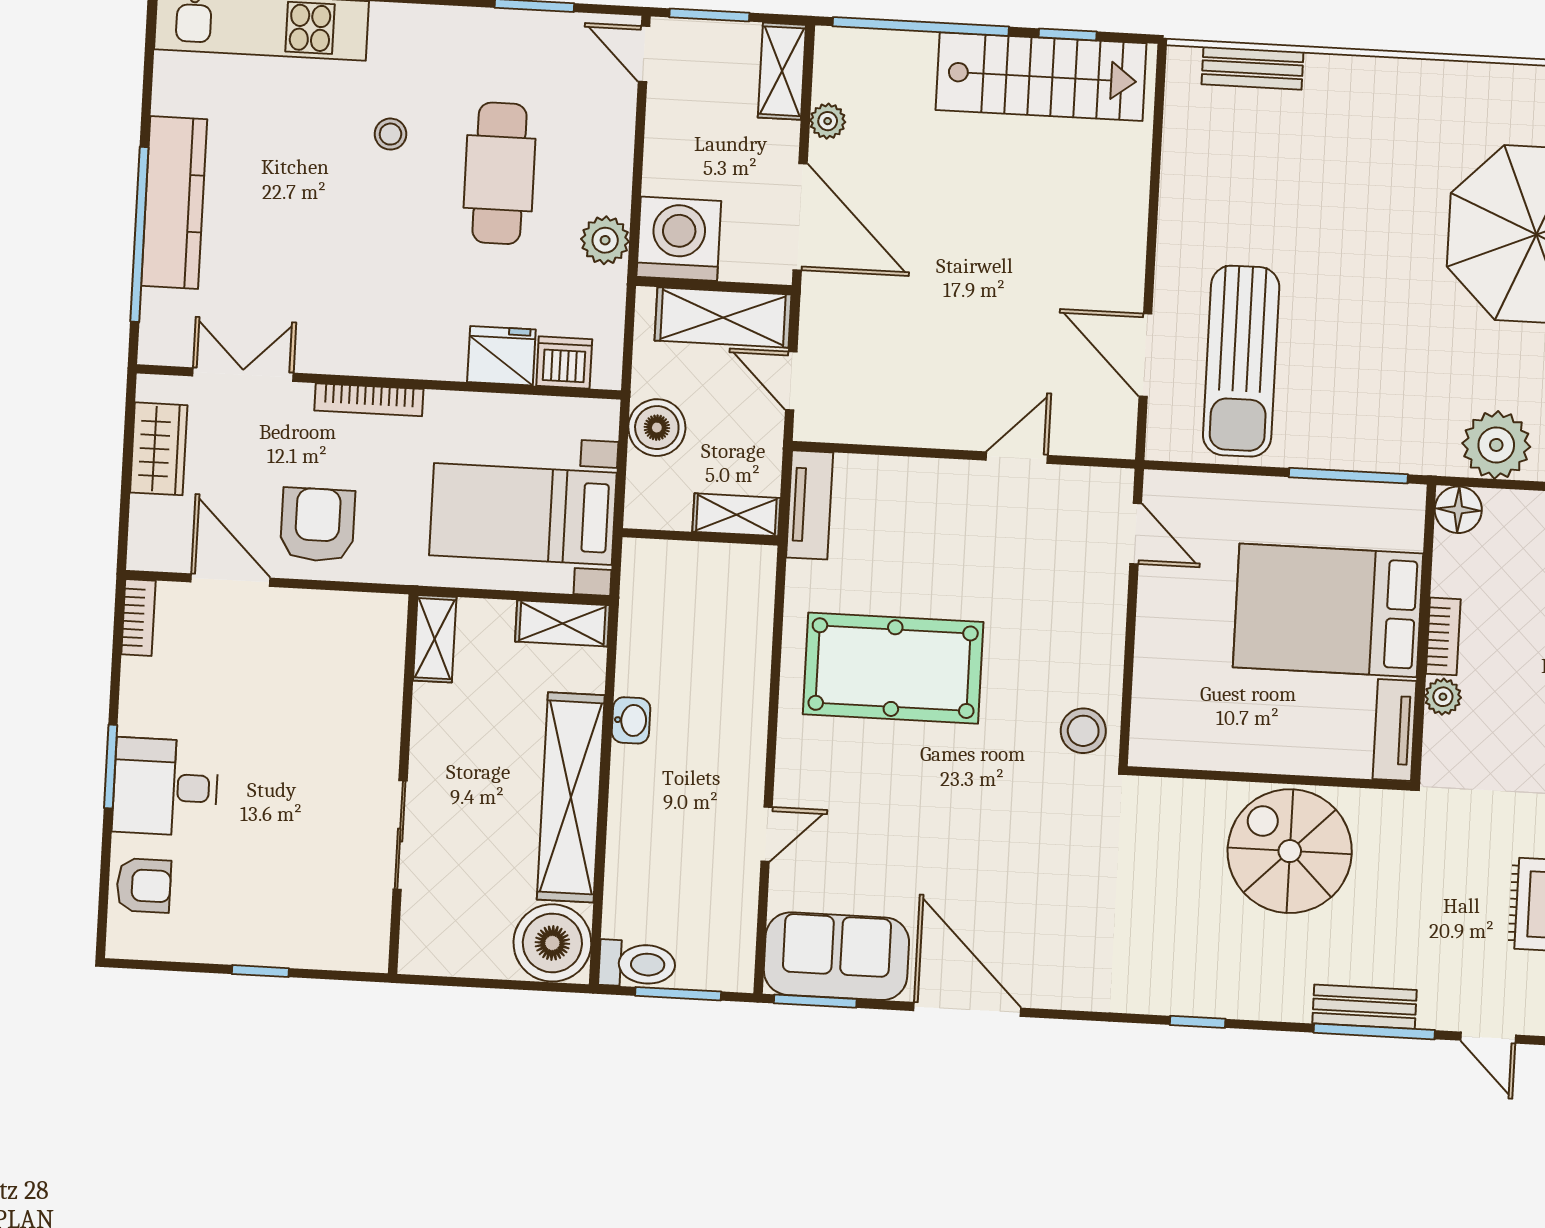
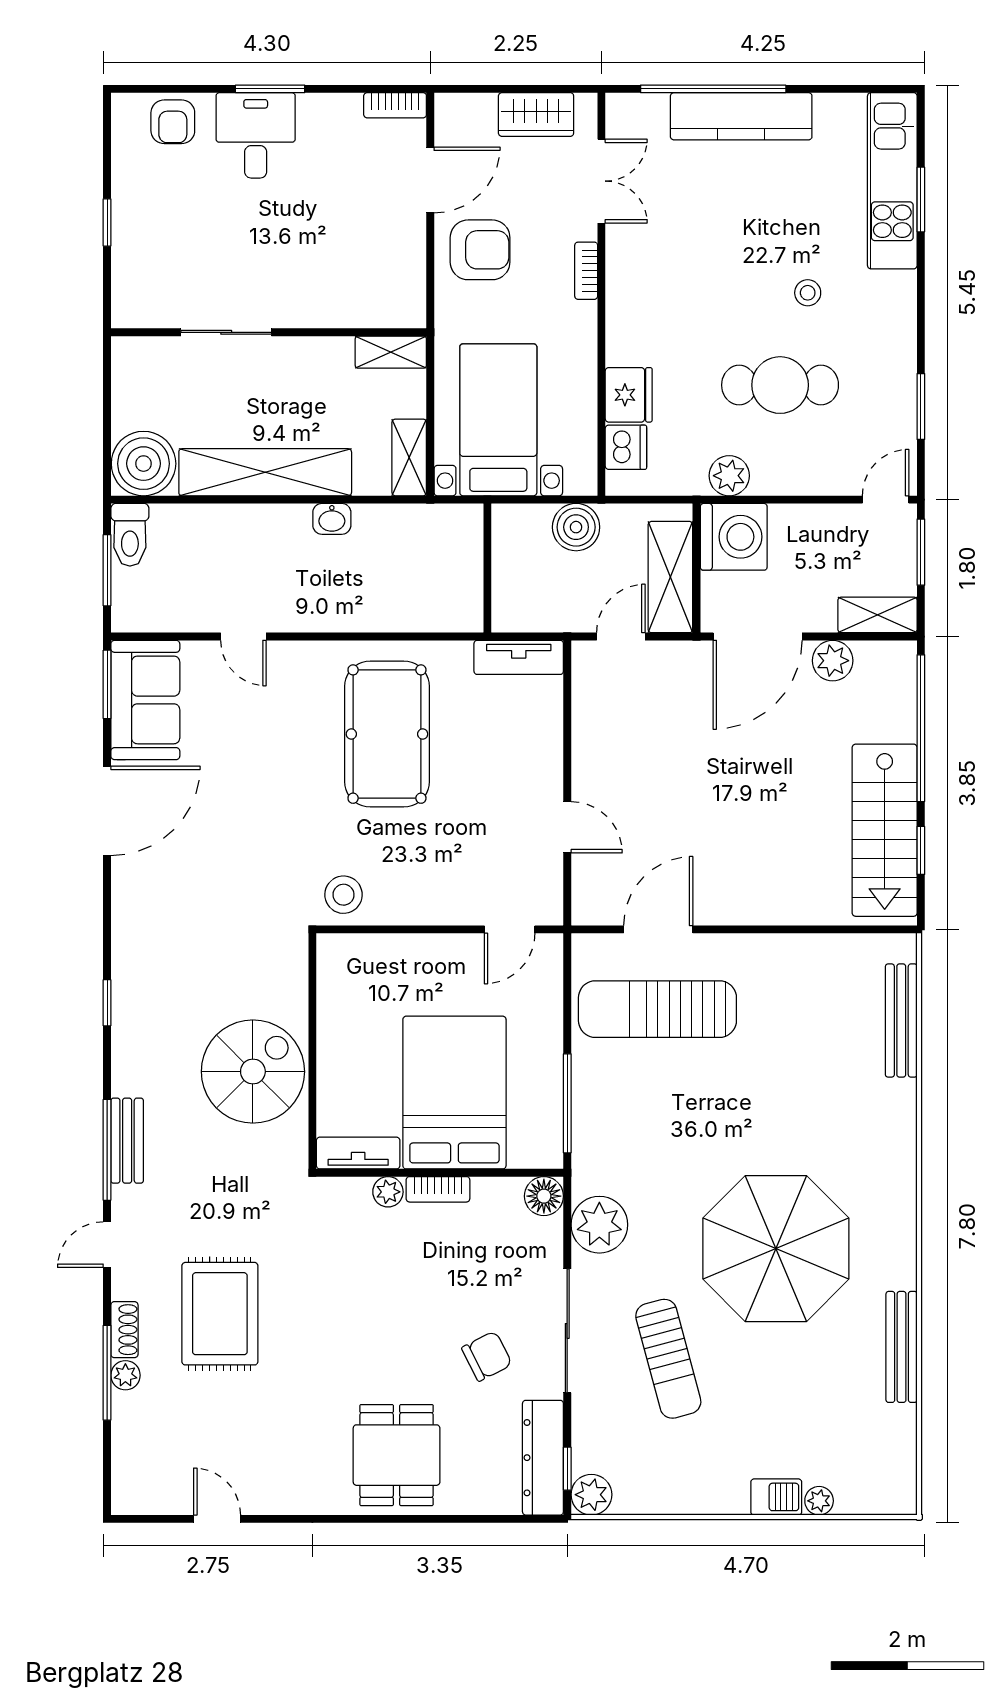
bench: (1253, 68) -> (901, 1021), width x1.36
plant: (828, 121) -> (833, 661), width x1.38, depth x1.38
bookcase: (369, 400) -> (586, 271), width x0.64
shelving: (736, 515) -> (507, 597), removed

